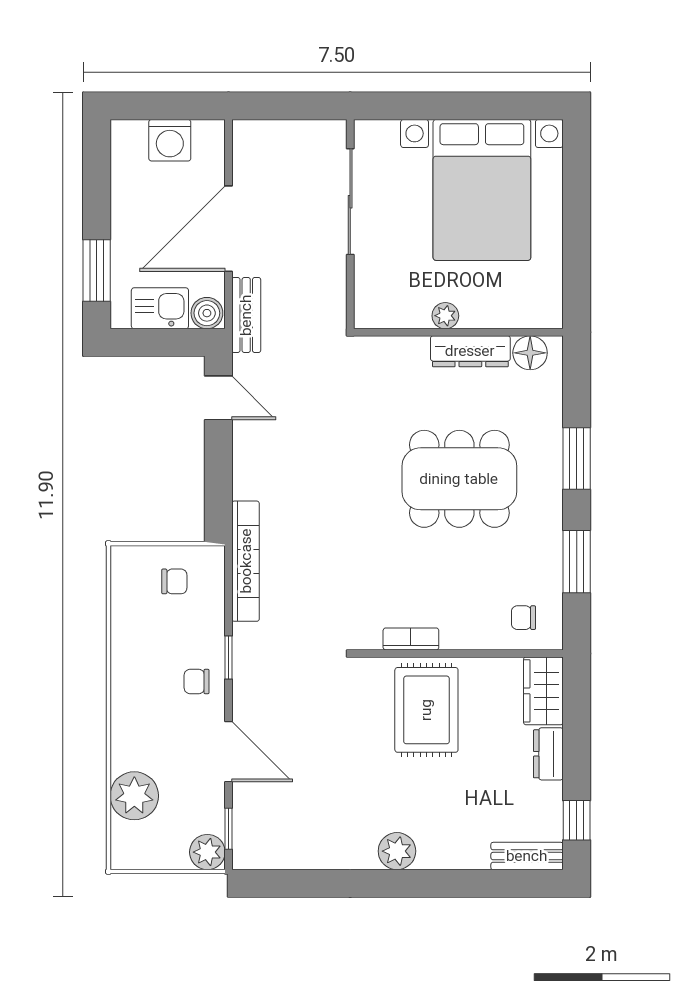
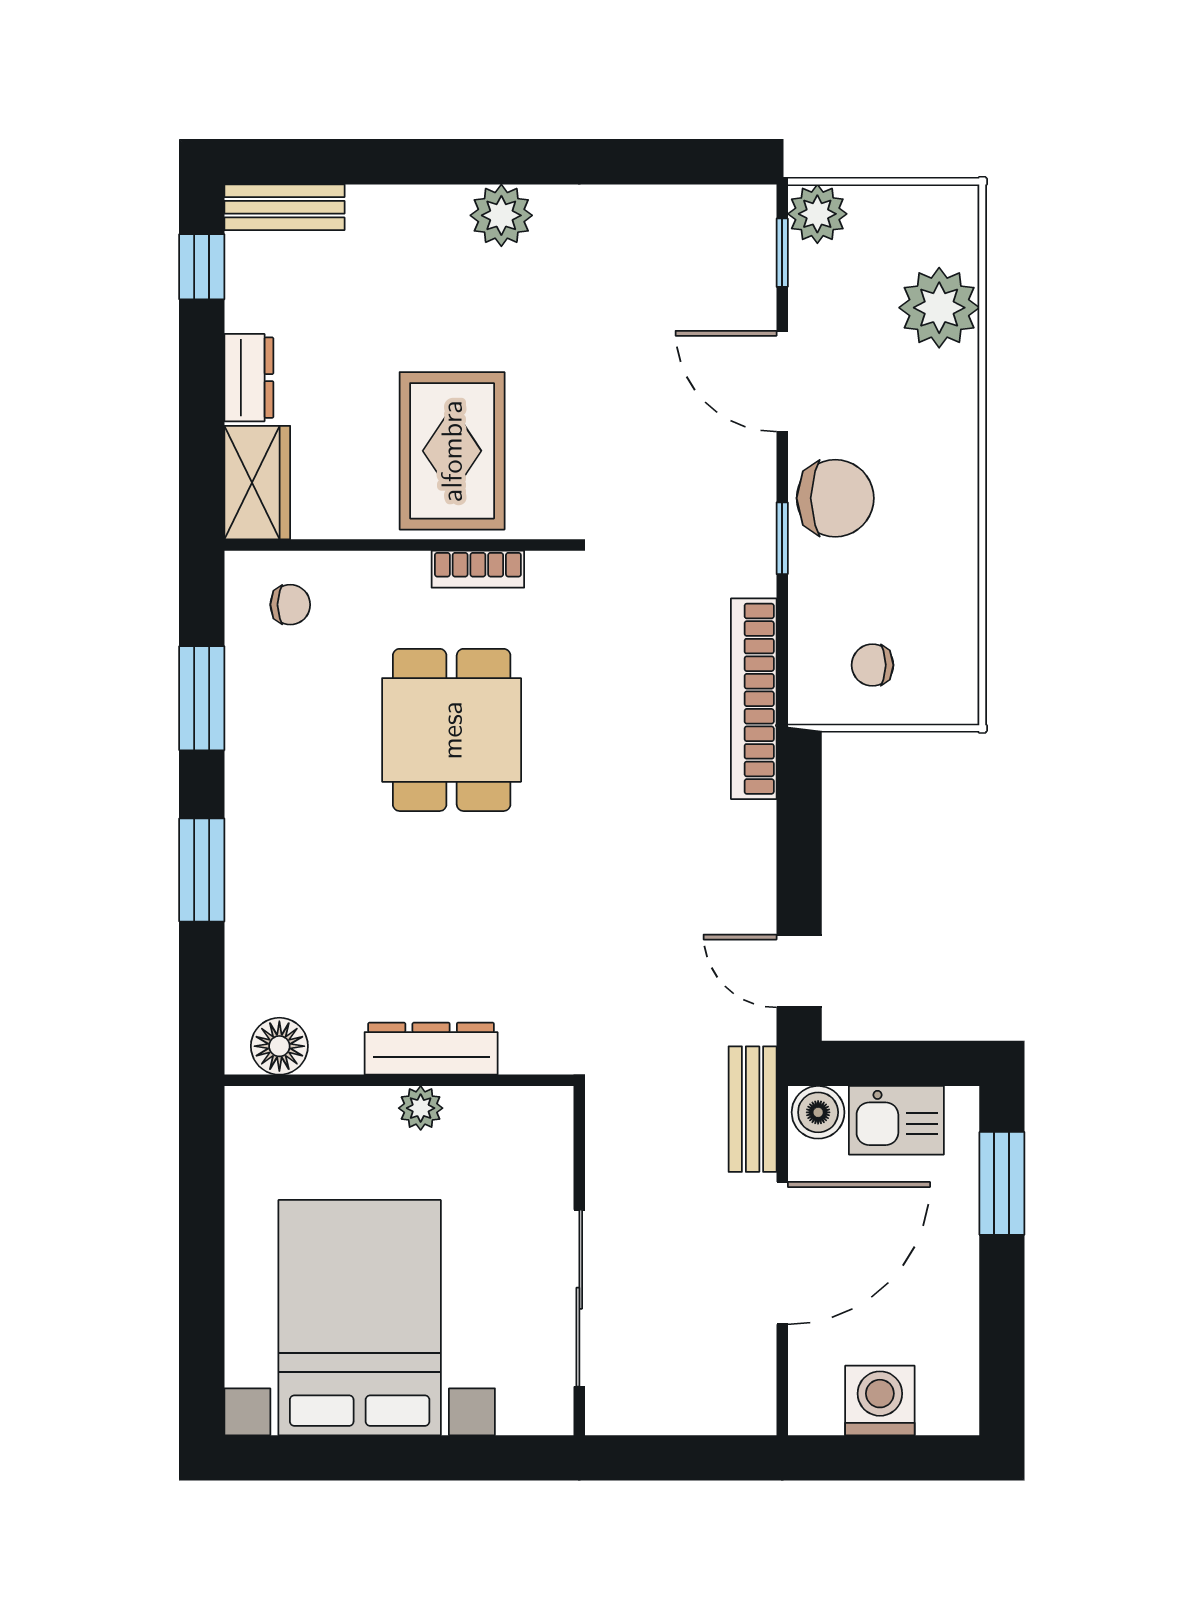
dresser: (470, 351) -> (431, 1049), moved
dining table: (459, 479) -> (452, 730), moved, width x0.73
chair: (197, 681) -> (835, 498), width x1.87, depth x1.87

